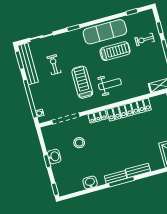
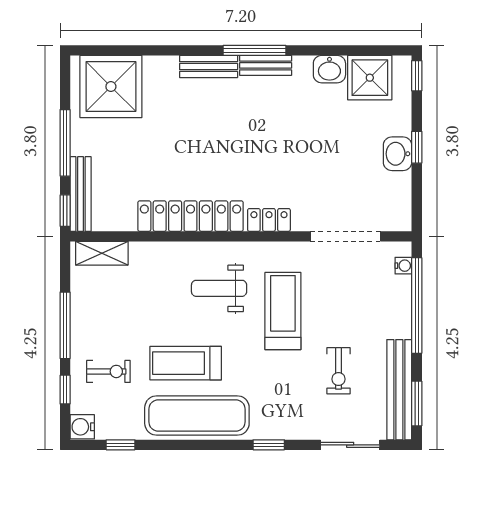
water cooler: (149, 15) -> (82, 427), added
treadmill: (82, 82) -> (283, 311), turned 180
stool: (79, 143) -> (329, 170), removed
shower: (73, 183) -> (370, 78), added

